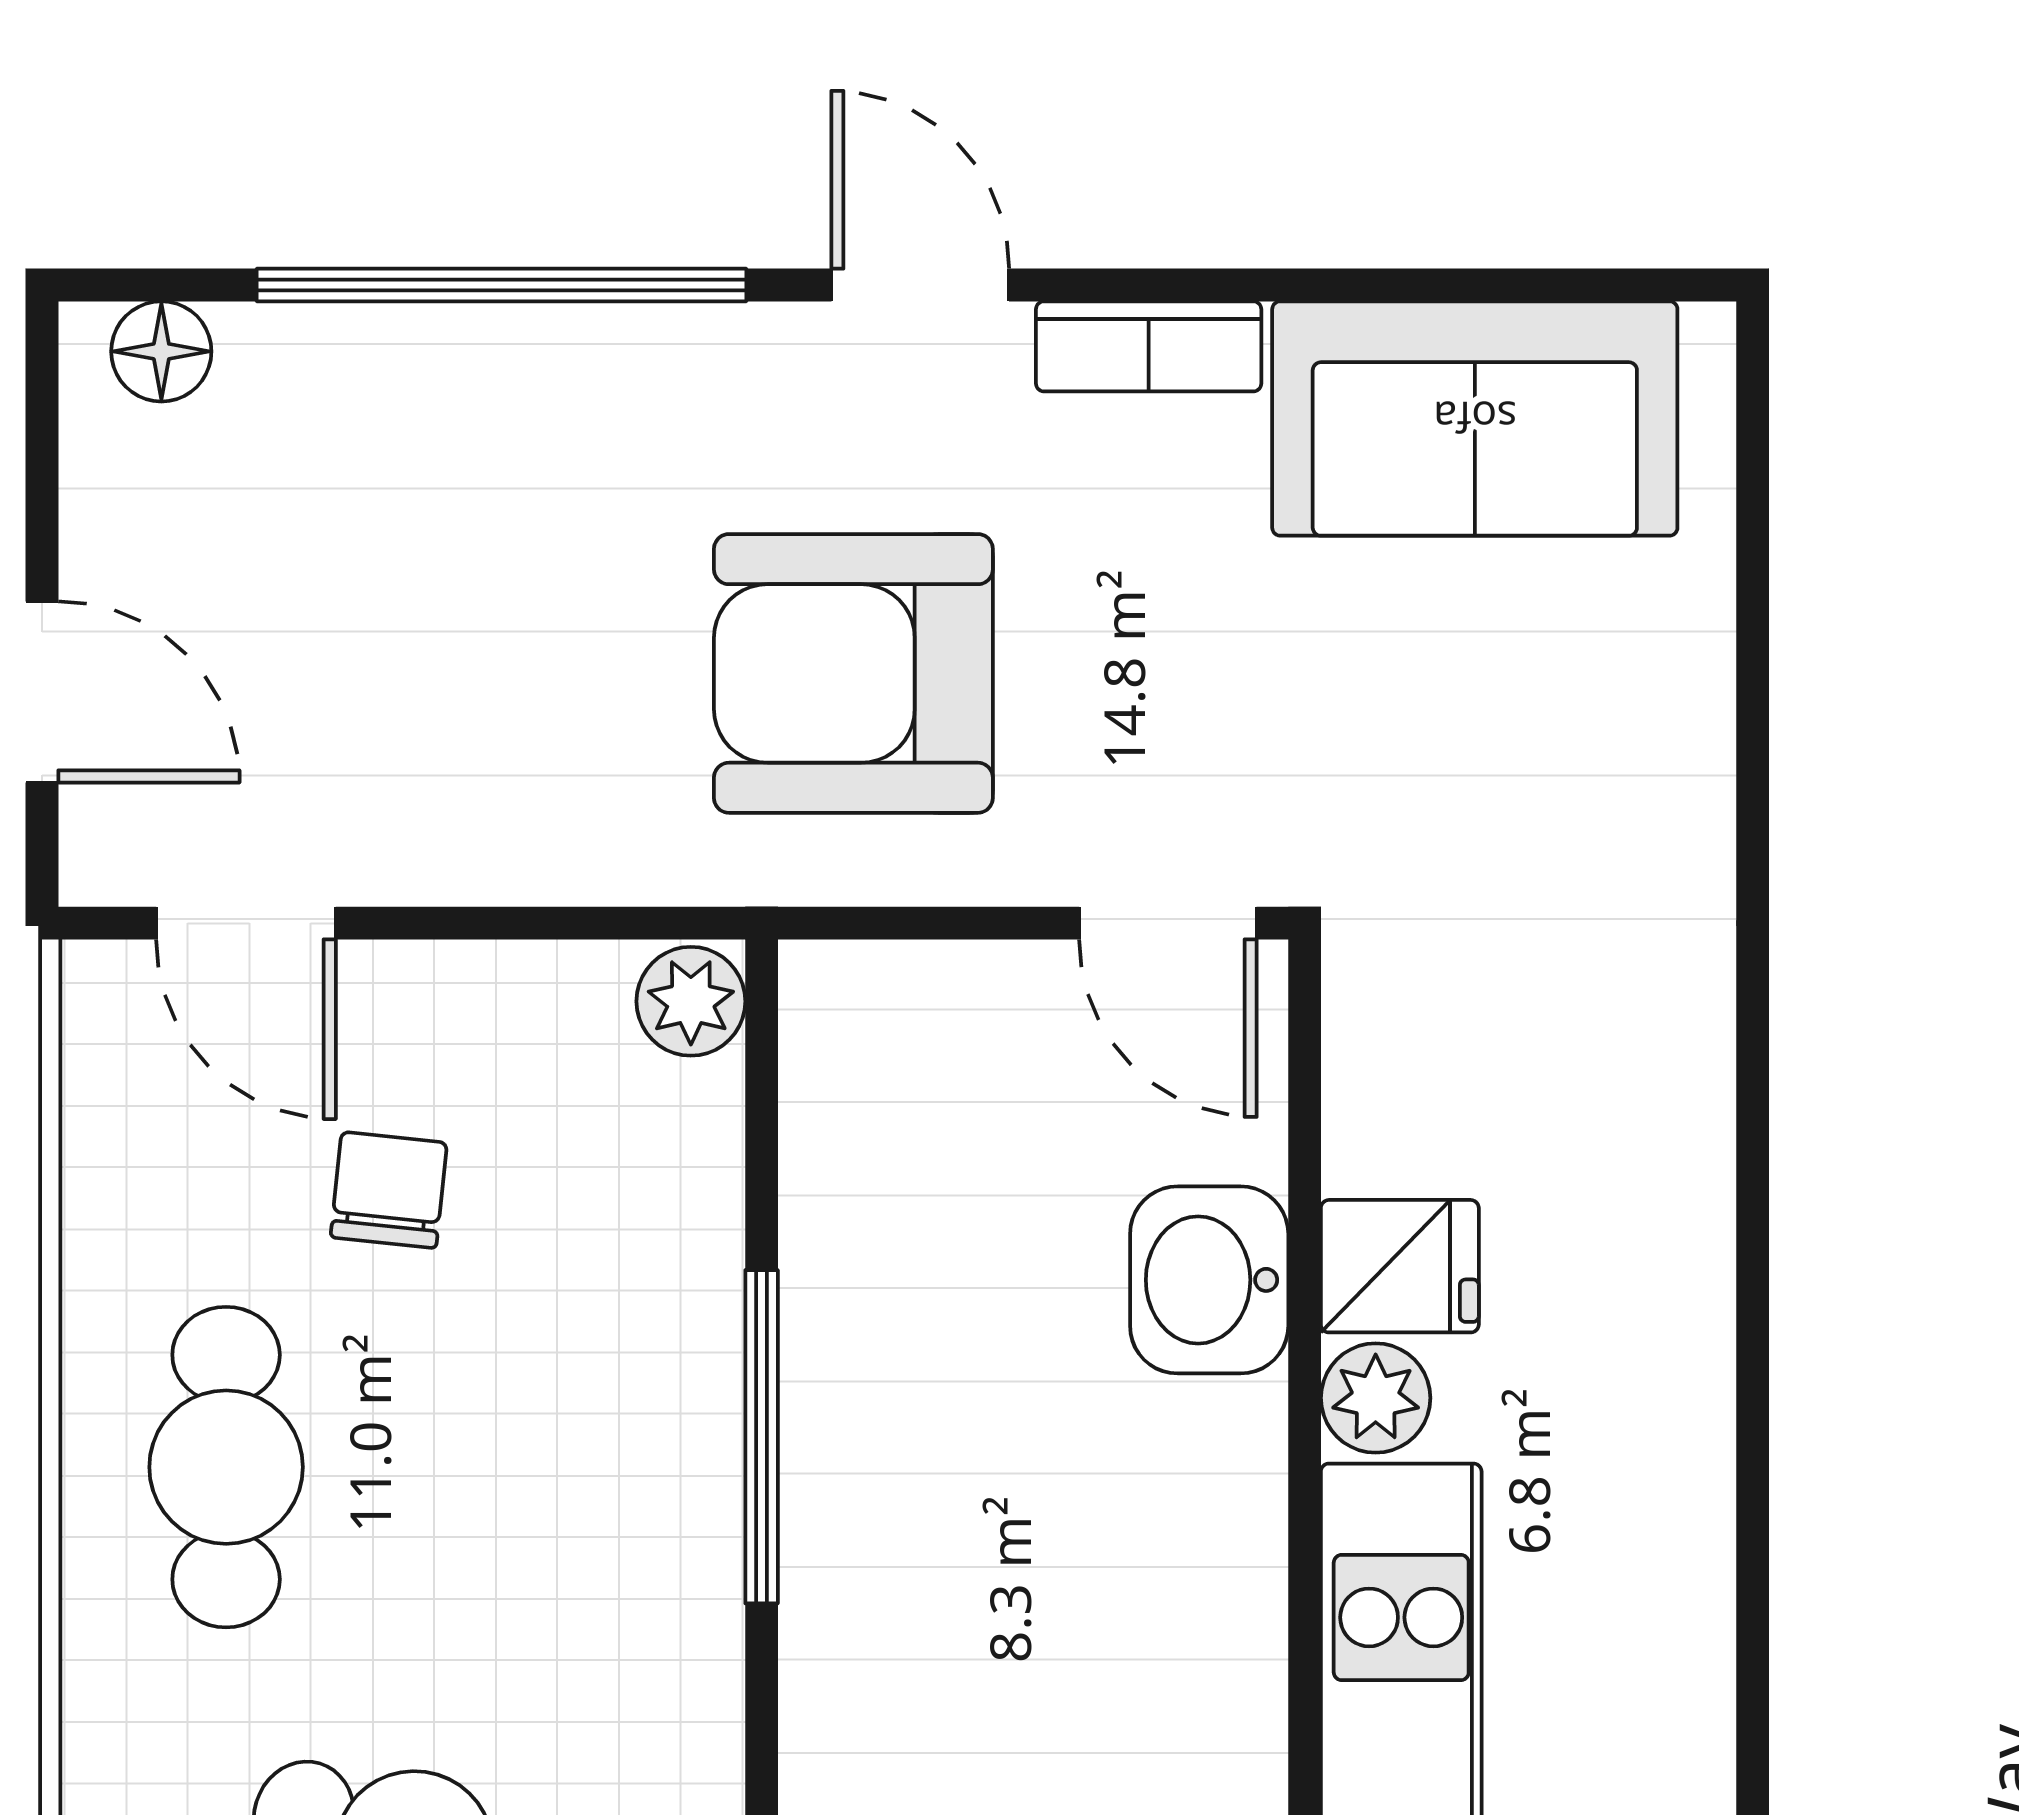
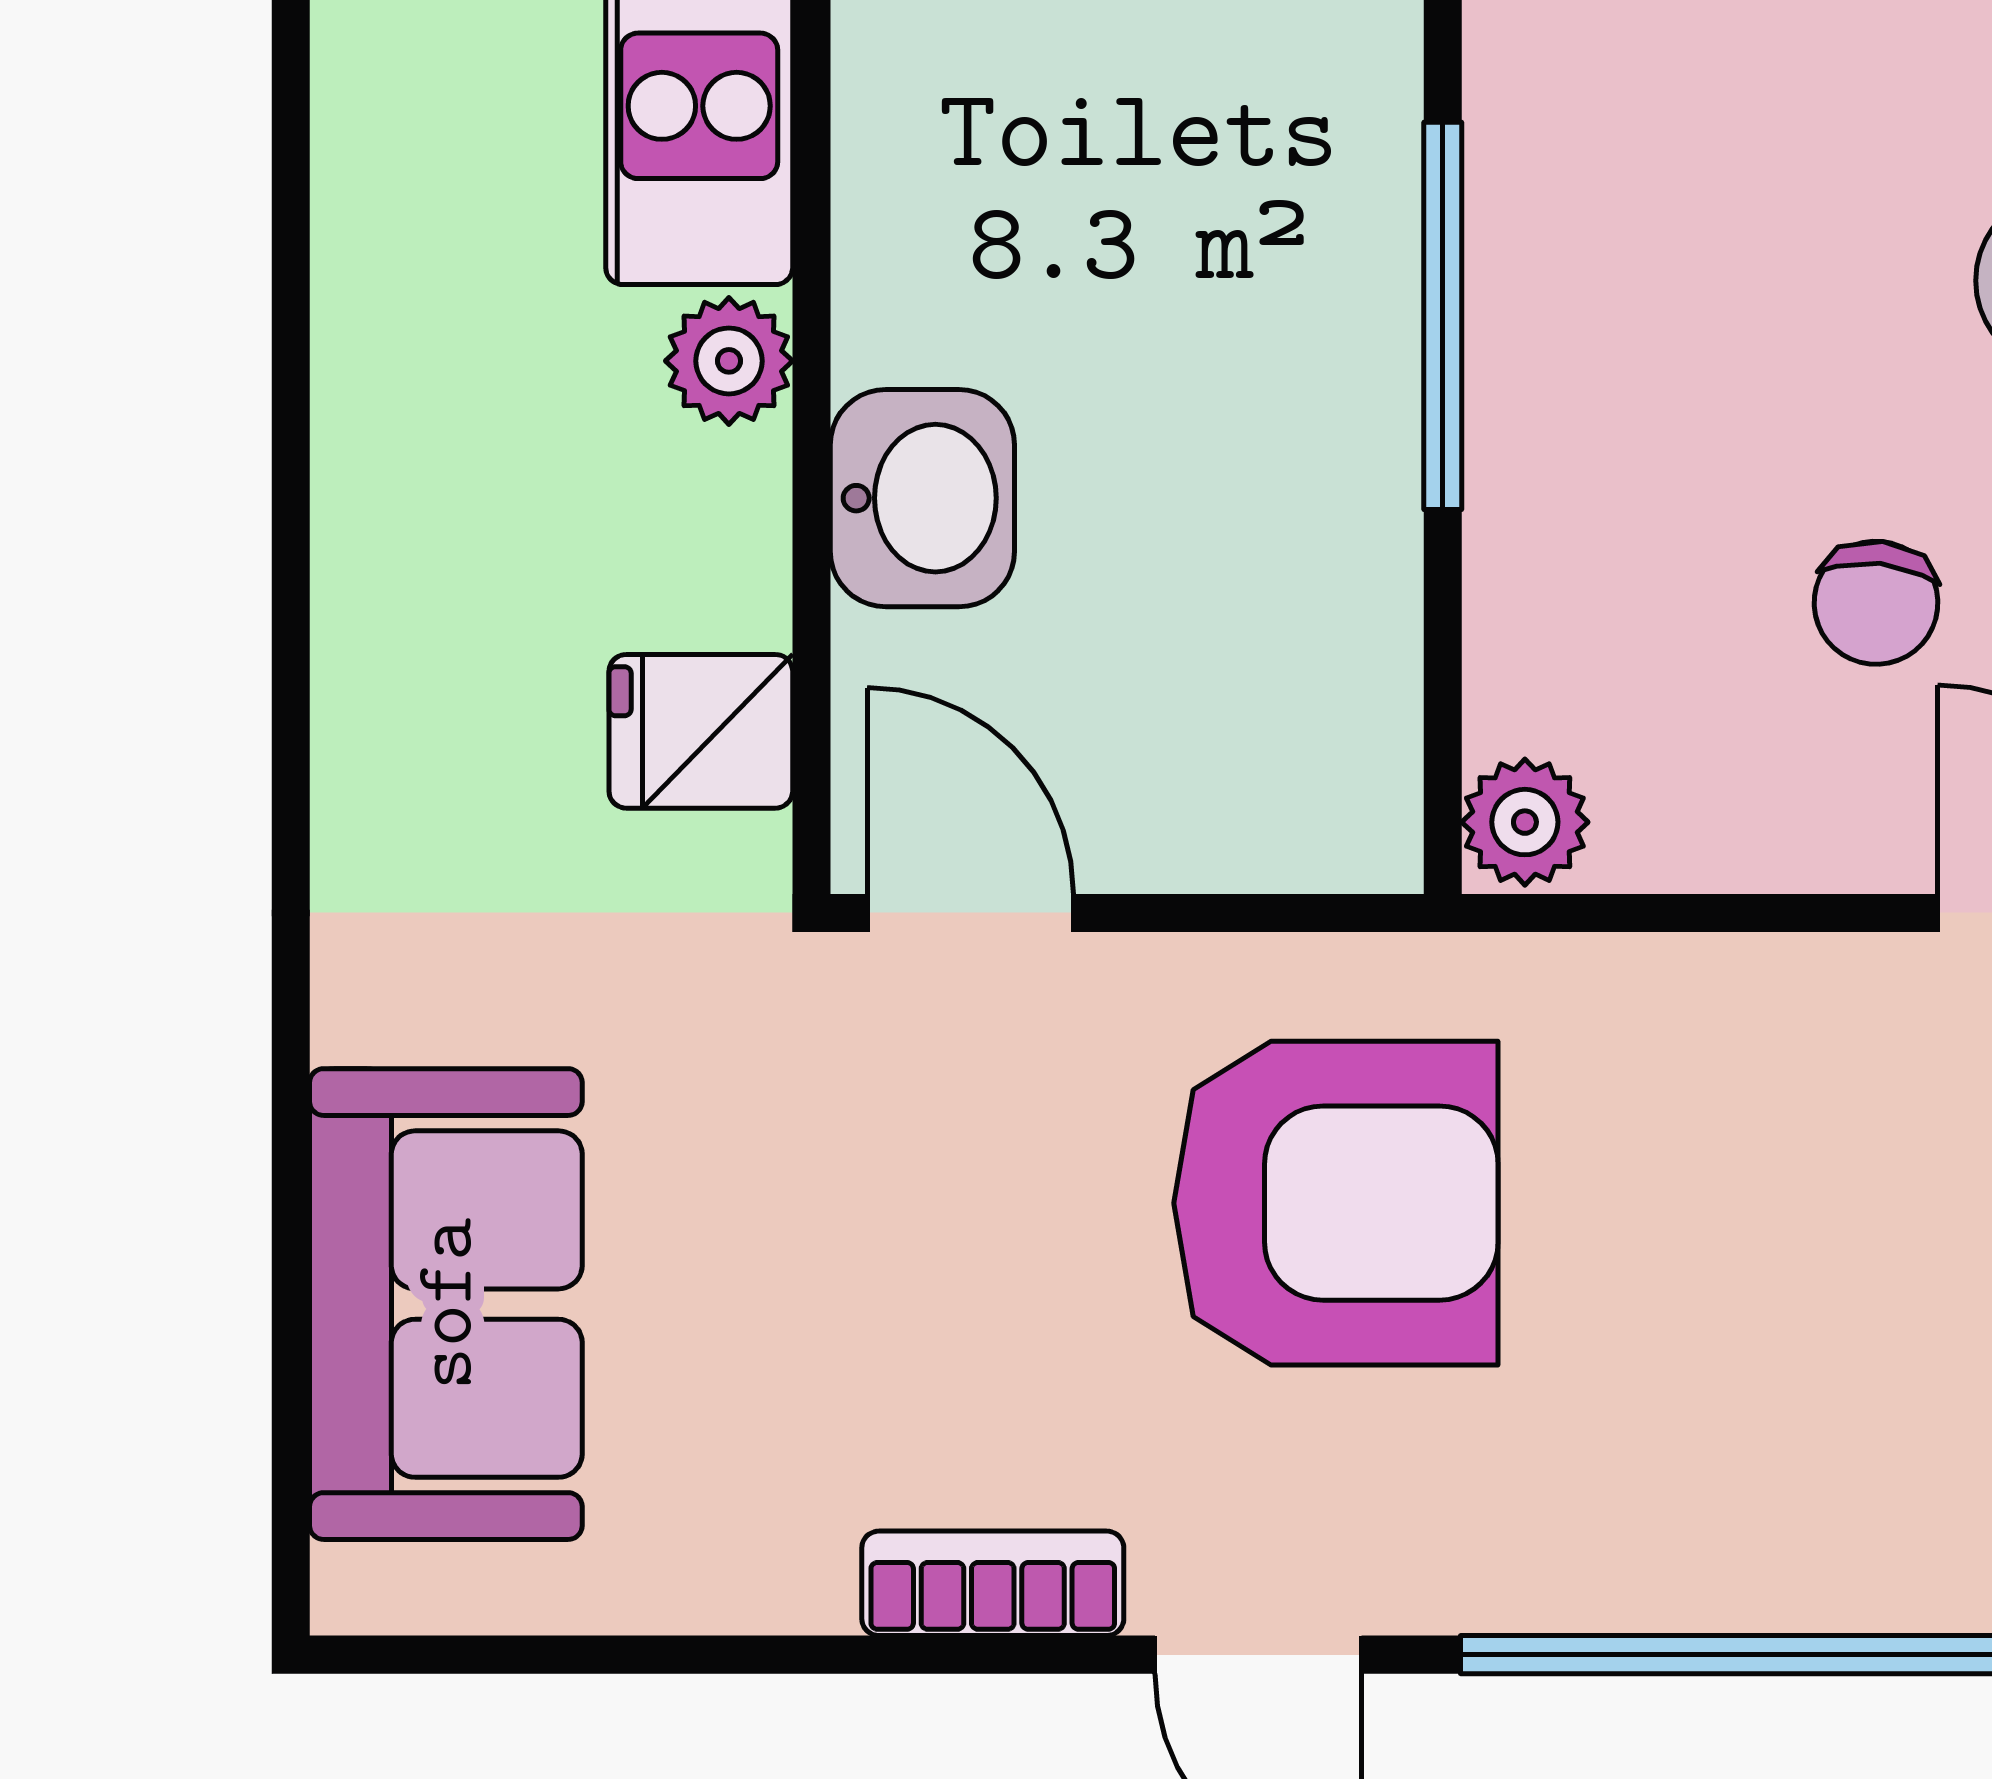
sofa: (1475, 418) -> (446, 1304), moved, turned 90
fridge: (1400, 1266) -> (701, 731), moved

